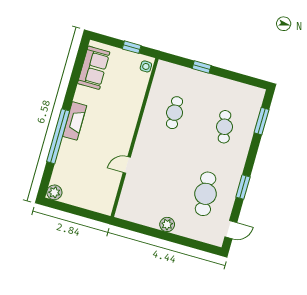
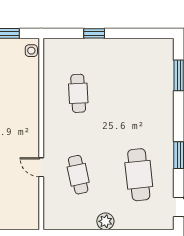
cafe table: (224, 127) -> (78, 175), moved
door: (127, 165) -> (41, 167), hinge flipped

